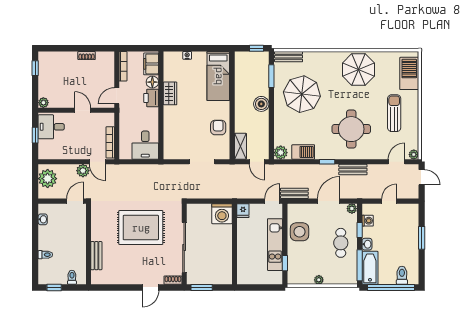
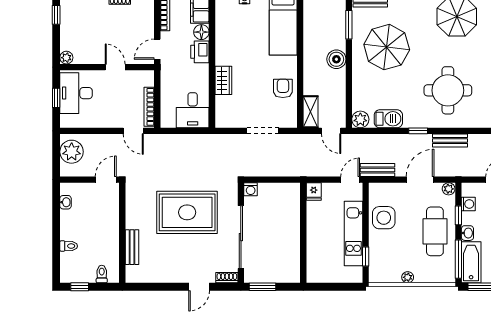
wardrobe: (170, 93) -> (223, 80), moved
desk: (51, 127) -> (76, 93), width x1.37
plant: (83, 171) -> (115, 142), removed
washing machine: (222, 214) -> (251, 189), moved, width x0.53, depth x0.53
cafe table: (341, 243) -> (435, 231), width x1.37, depth x1.35

